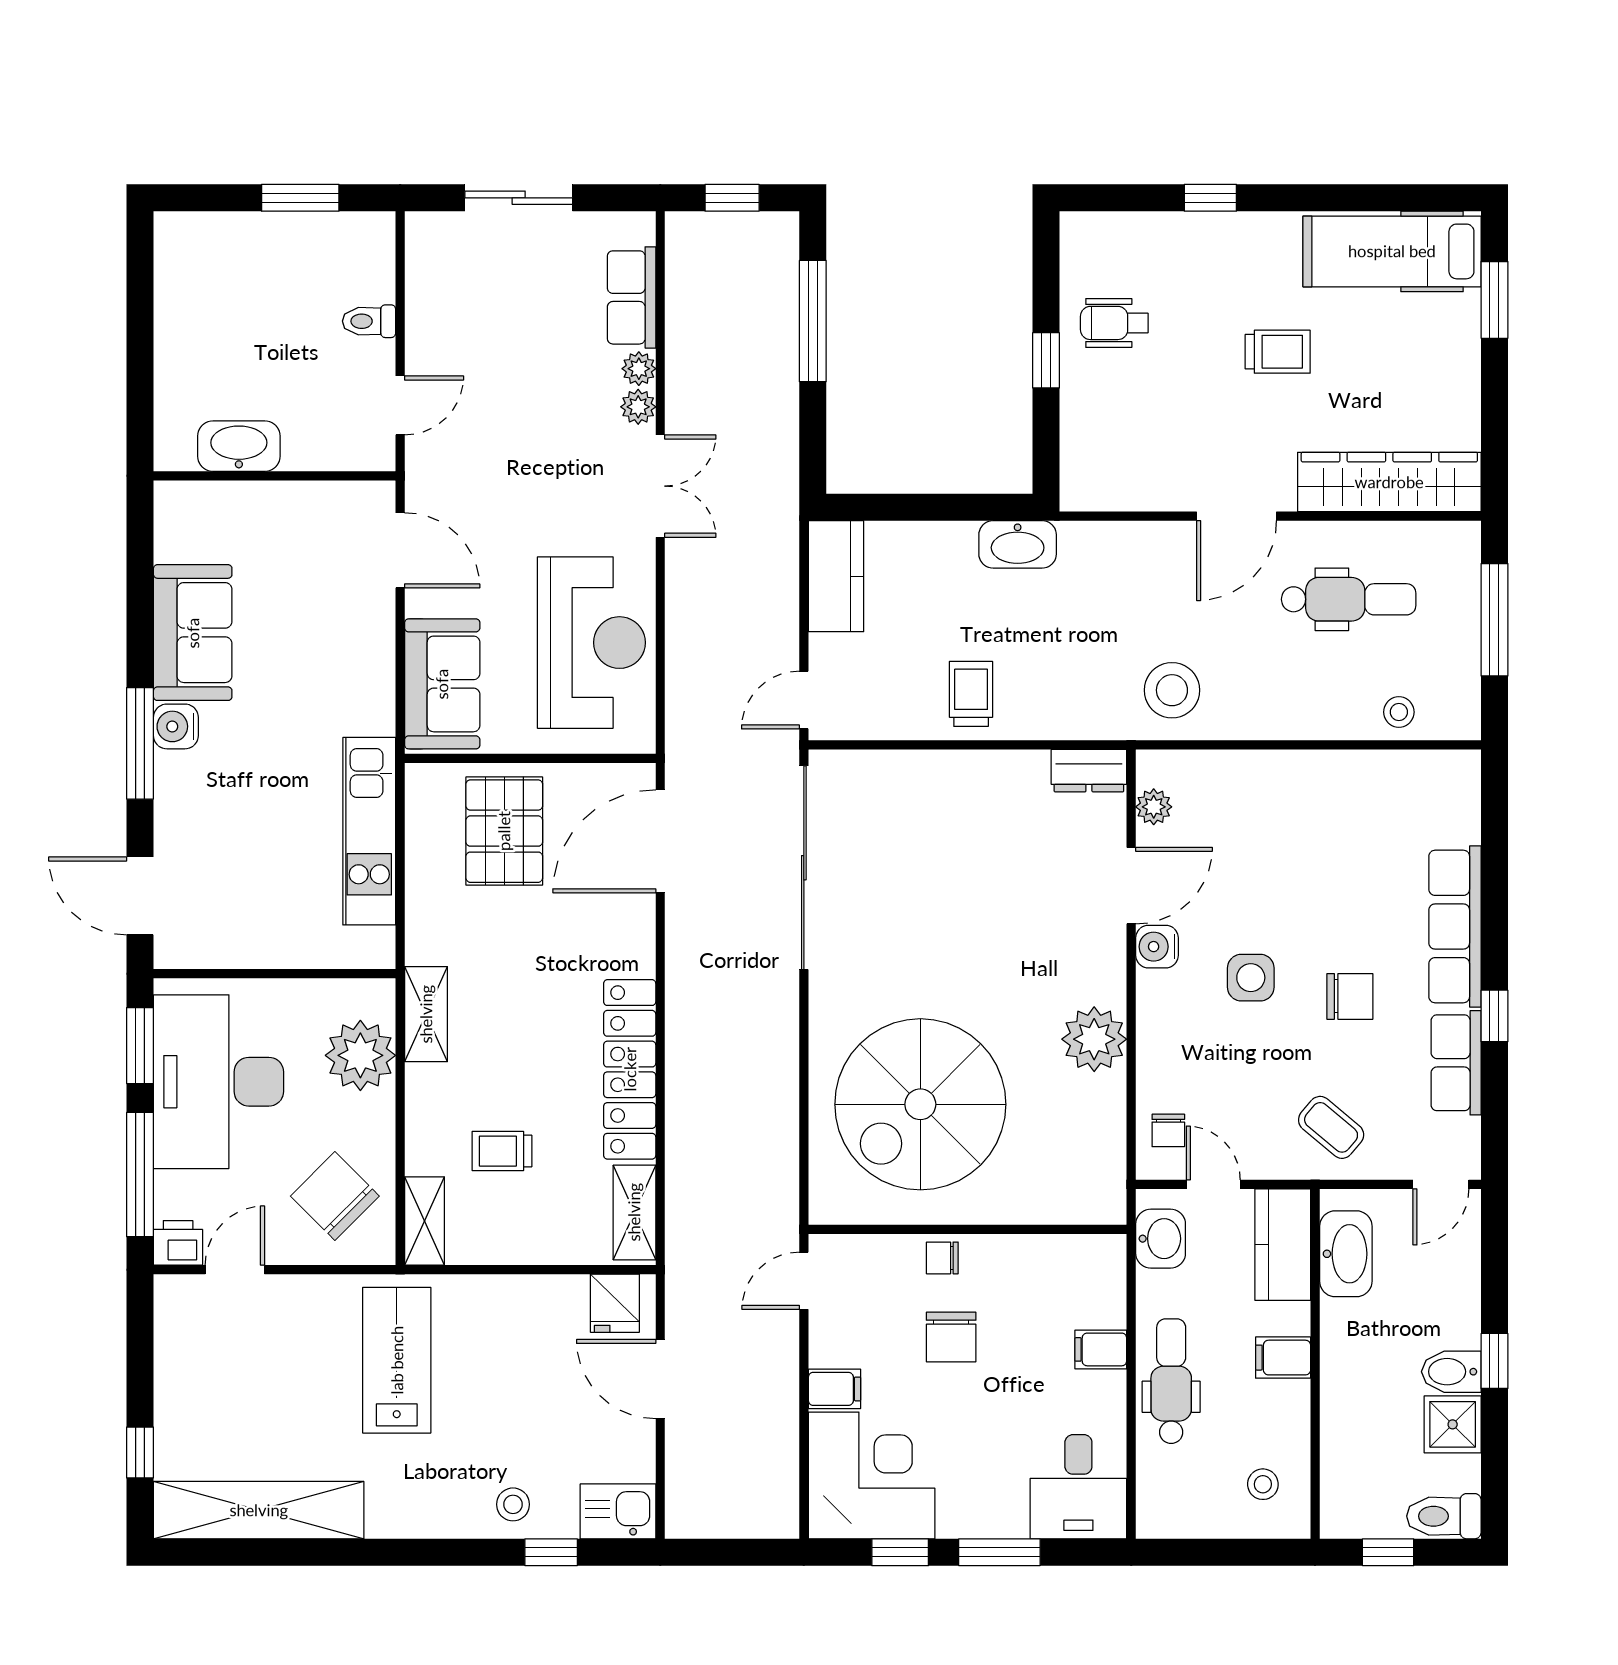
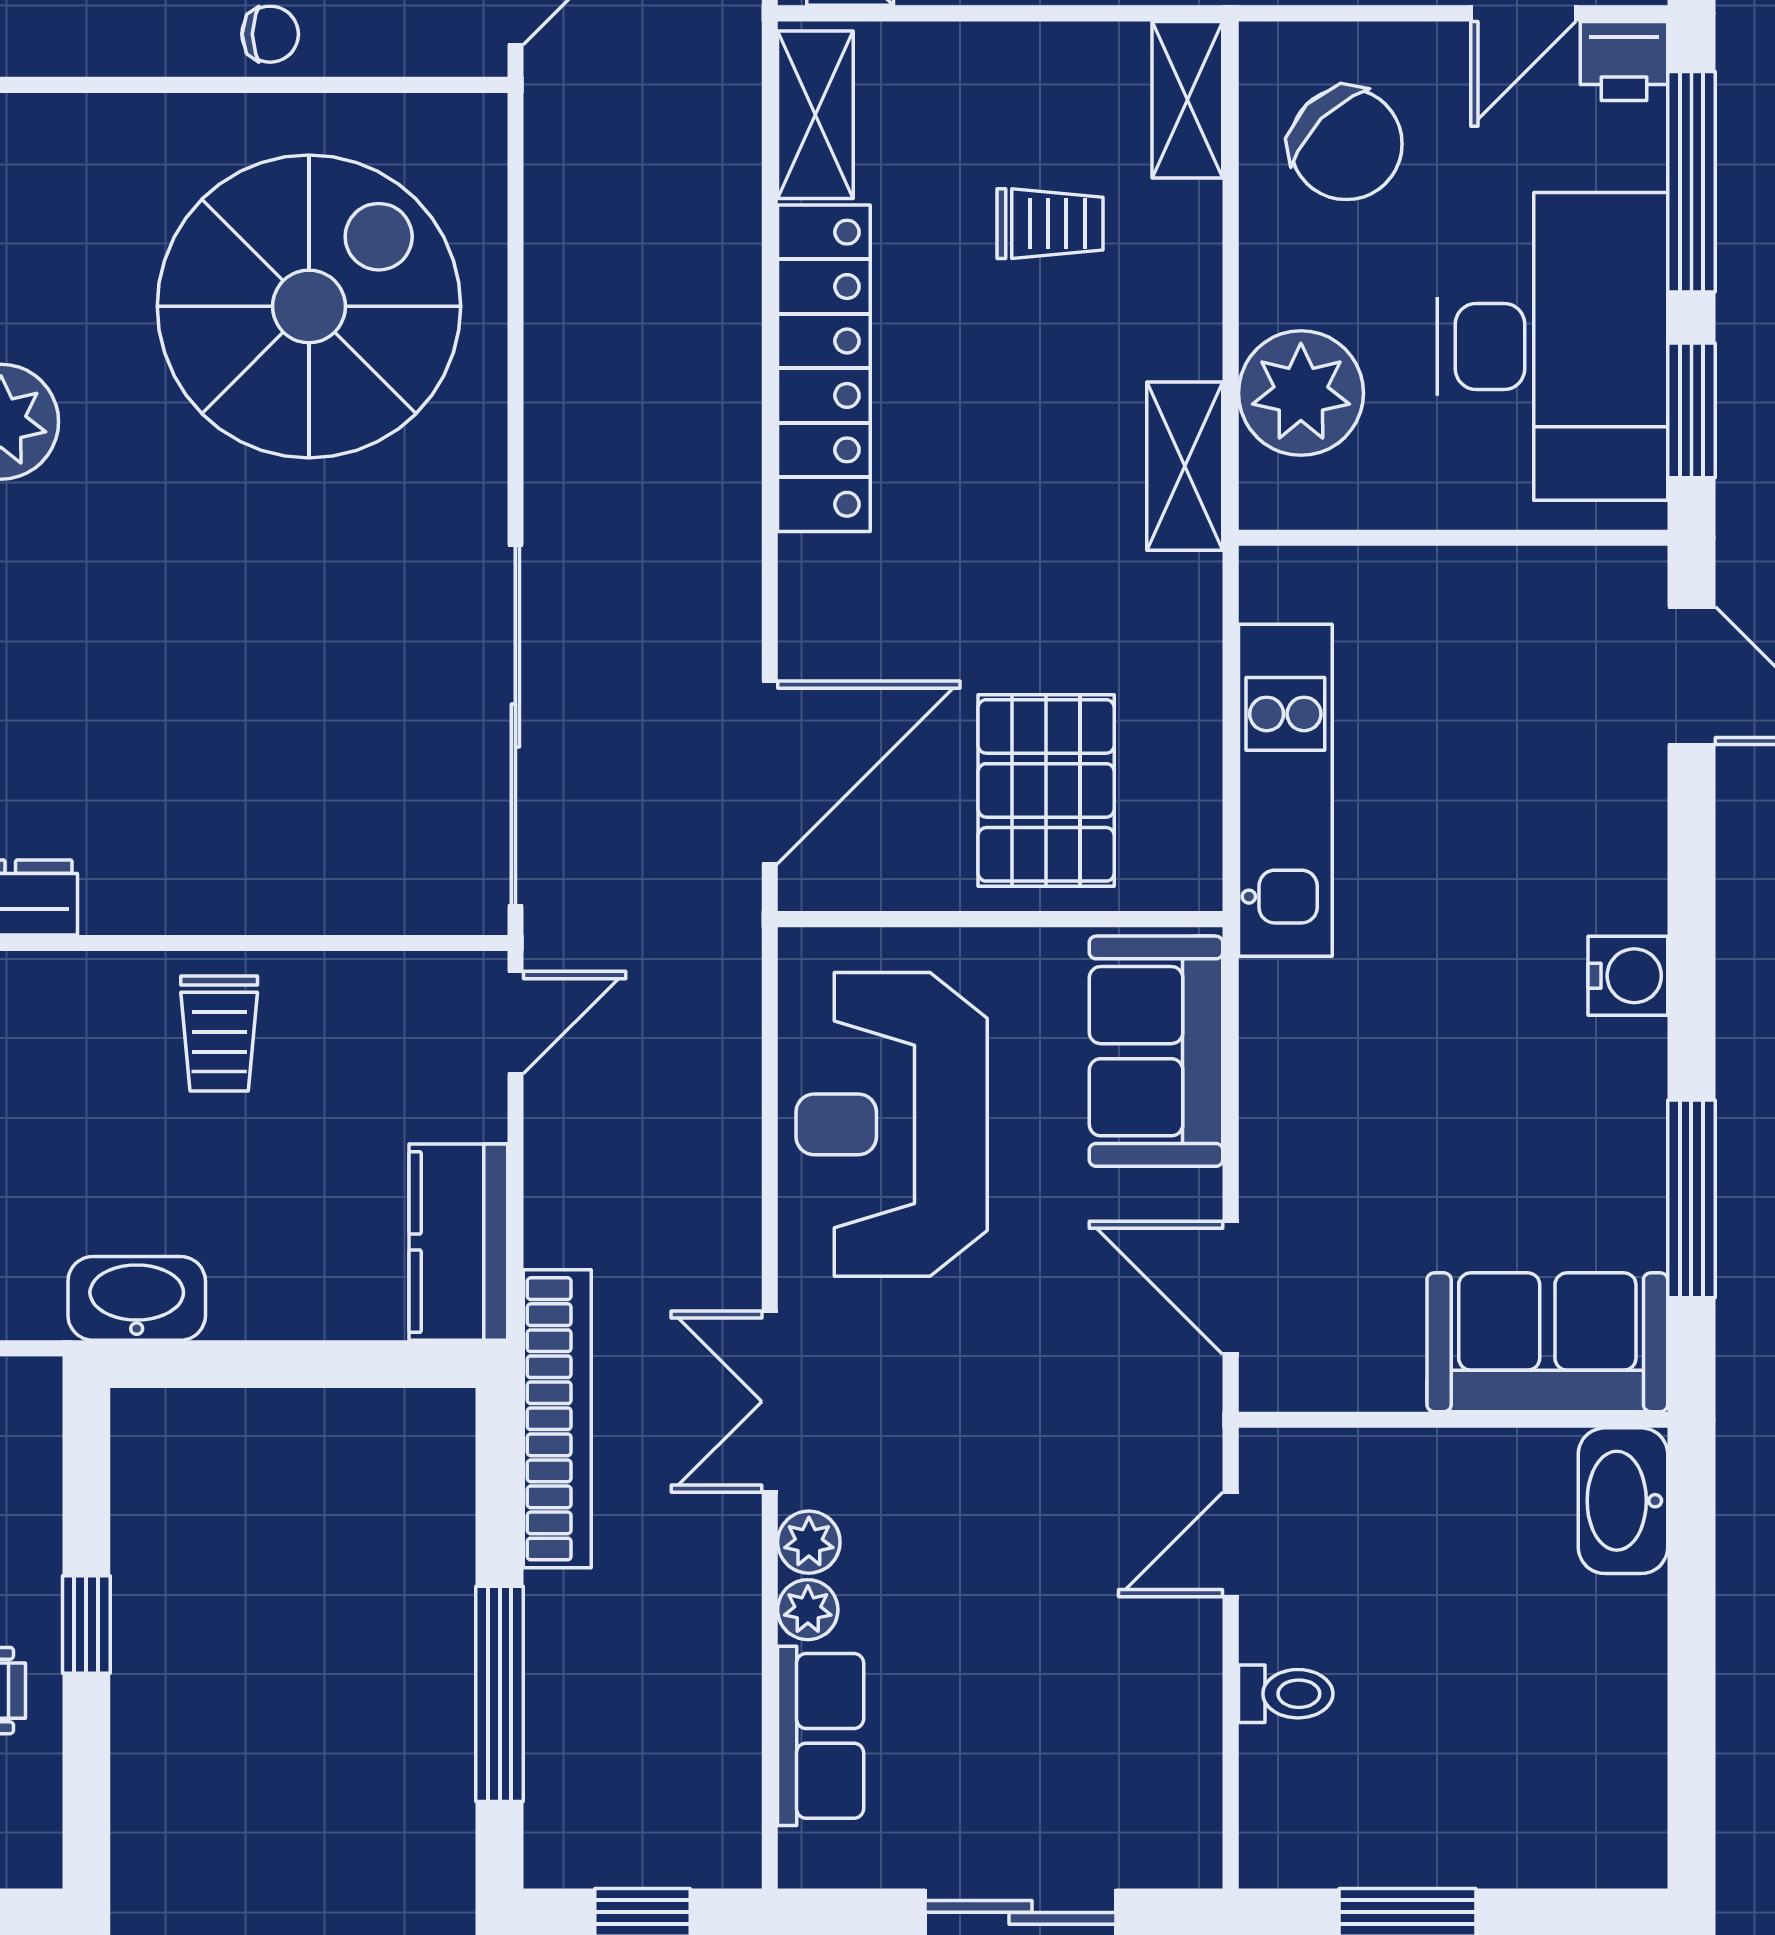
washbasin: (239, 446) -> (1623, 1501), moved, turned 90
bookcase: (780, 476) -> (557, 1419), added
sofa: (193, 633) -> (1547, 1342), moved, turned 90
window: (140, 743) -> (1691, 1199), moved

